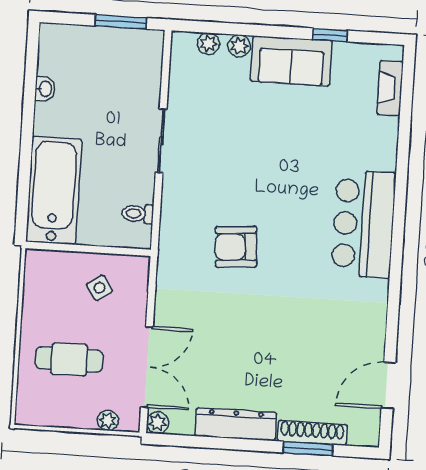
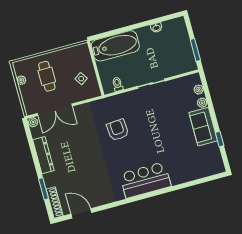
fireplace: (390, 88) -> (206, 172), removed
plant: (108, 420) -> (21, 80), moved
shoe rack: (312, 433) -> (55, 202), moved

